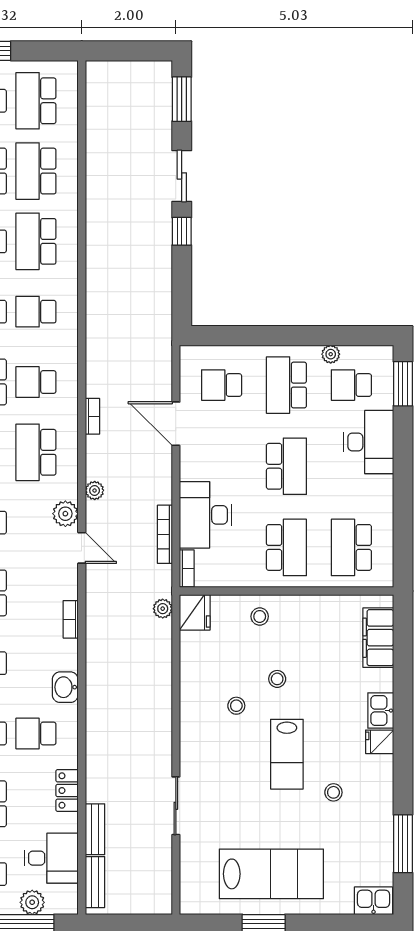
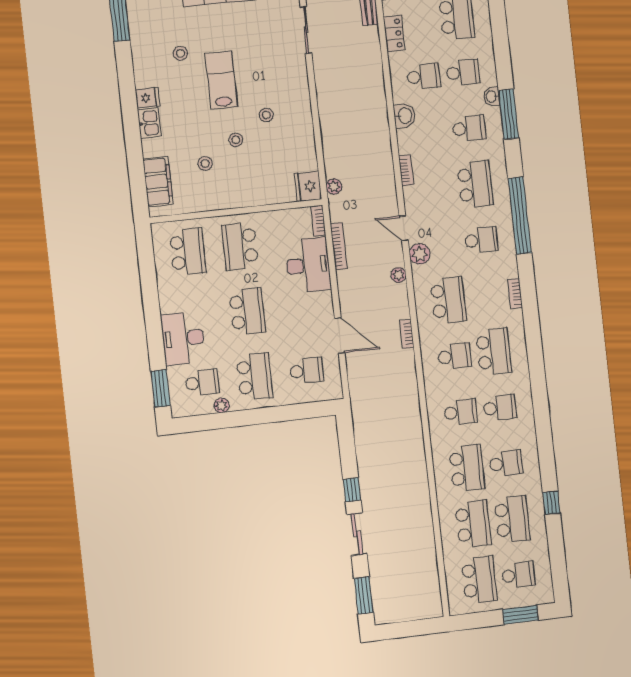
school desk: (286, 466) -> (247, 311), turned 180
stool: (260, 616) -> (205, 163), moved

